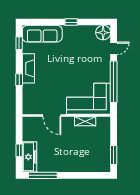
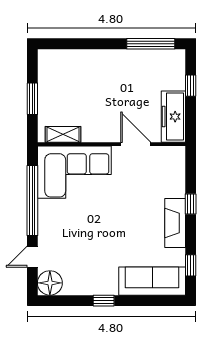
shelving: (85, 121) -> (63, 134), moved
window: (114, 155) -> (32, 99), moved
freezer: (29, 157) -> (173, 117), moved

